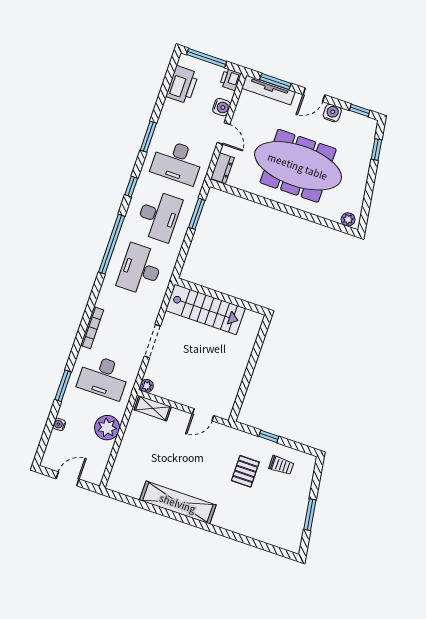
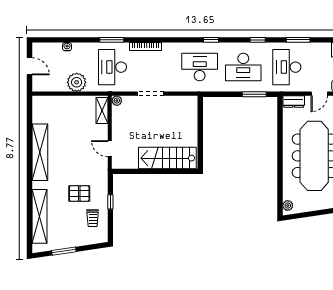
window: (112, 244) -> (211, 40), width x0.32
stairs: (205, 309) -> (167, 158), moved, turned 90
window: (63, 386) -> (112, 40), moved
shelving: (257, 530) -> (39, 216), added

